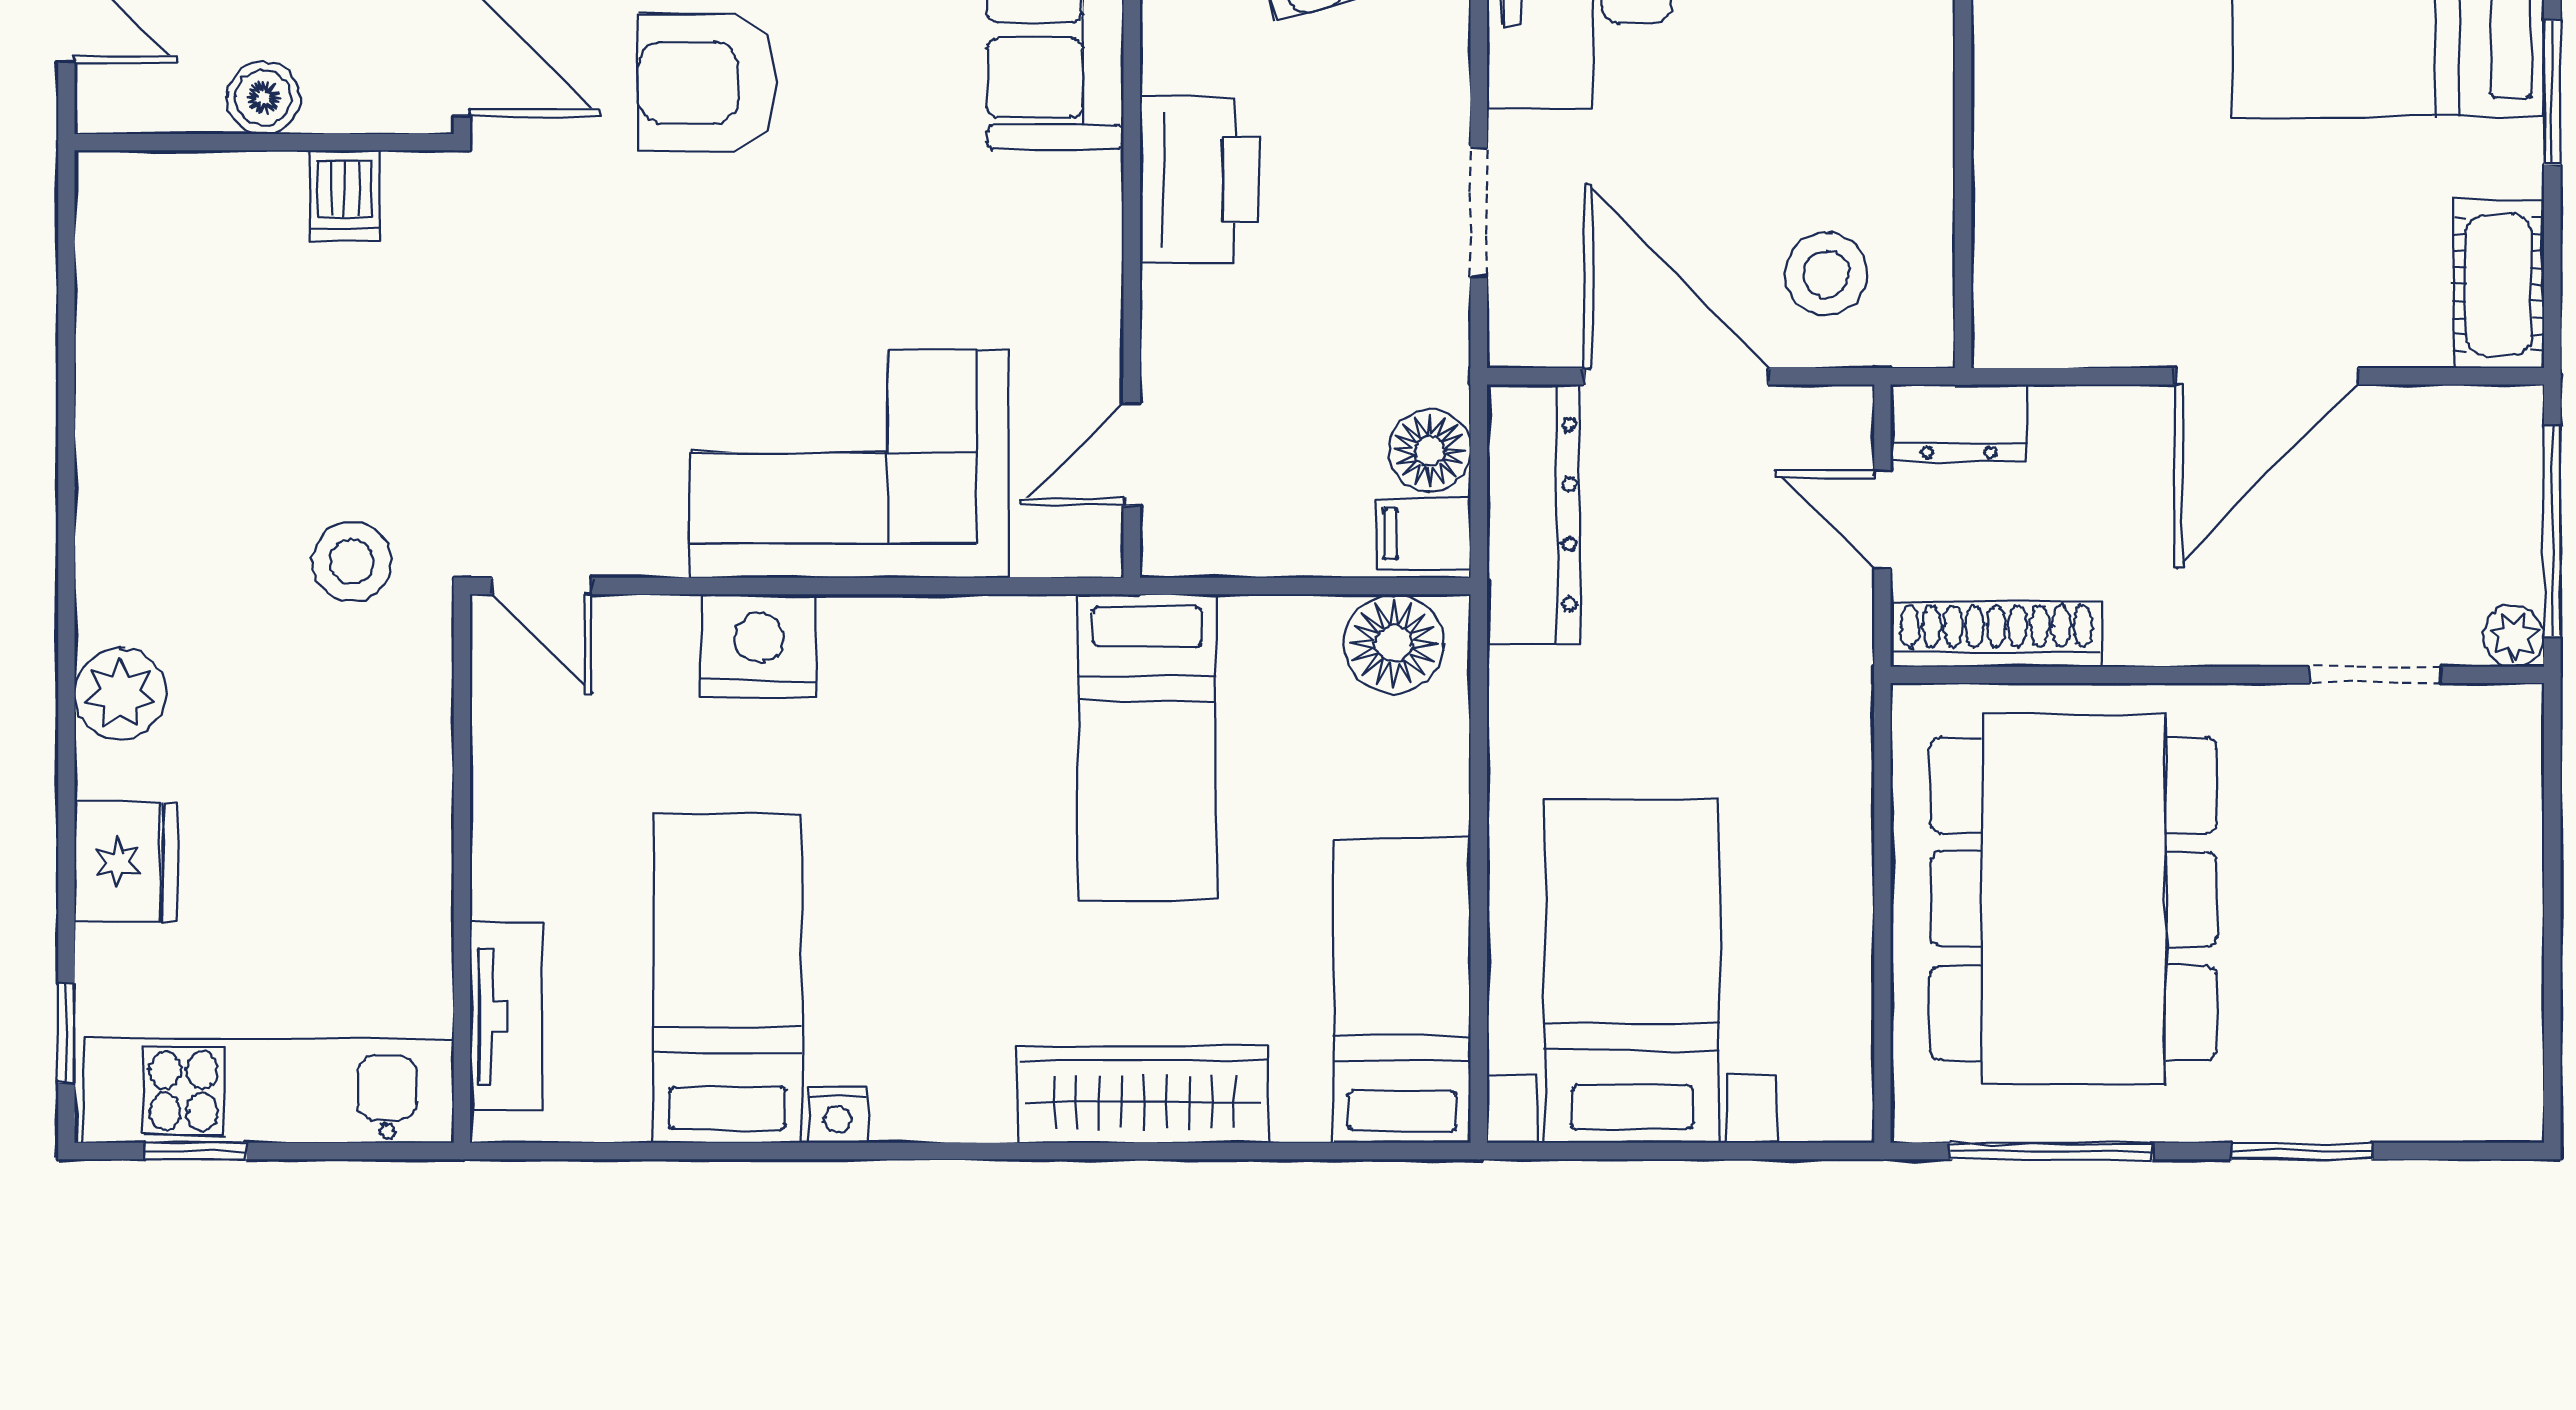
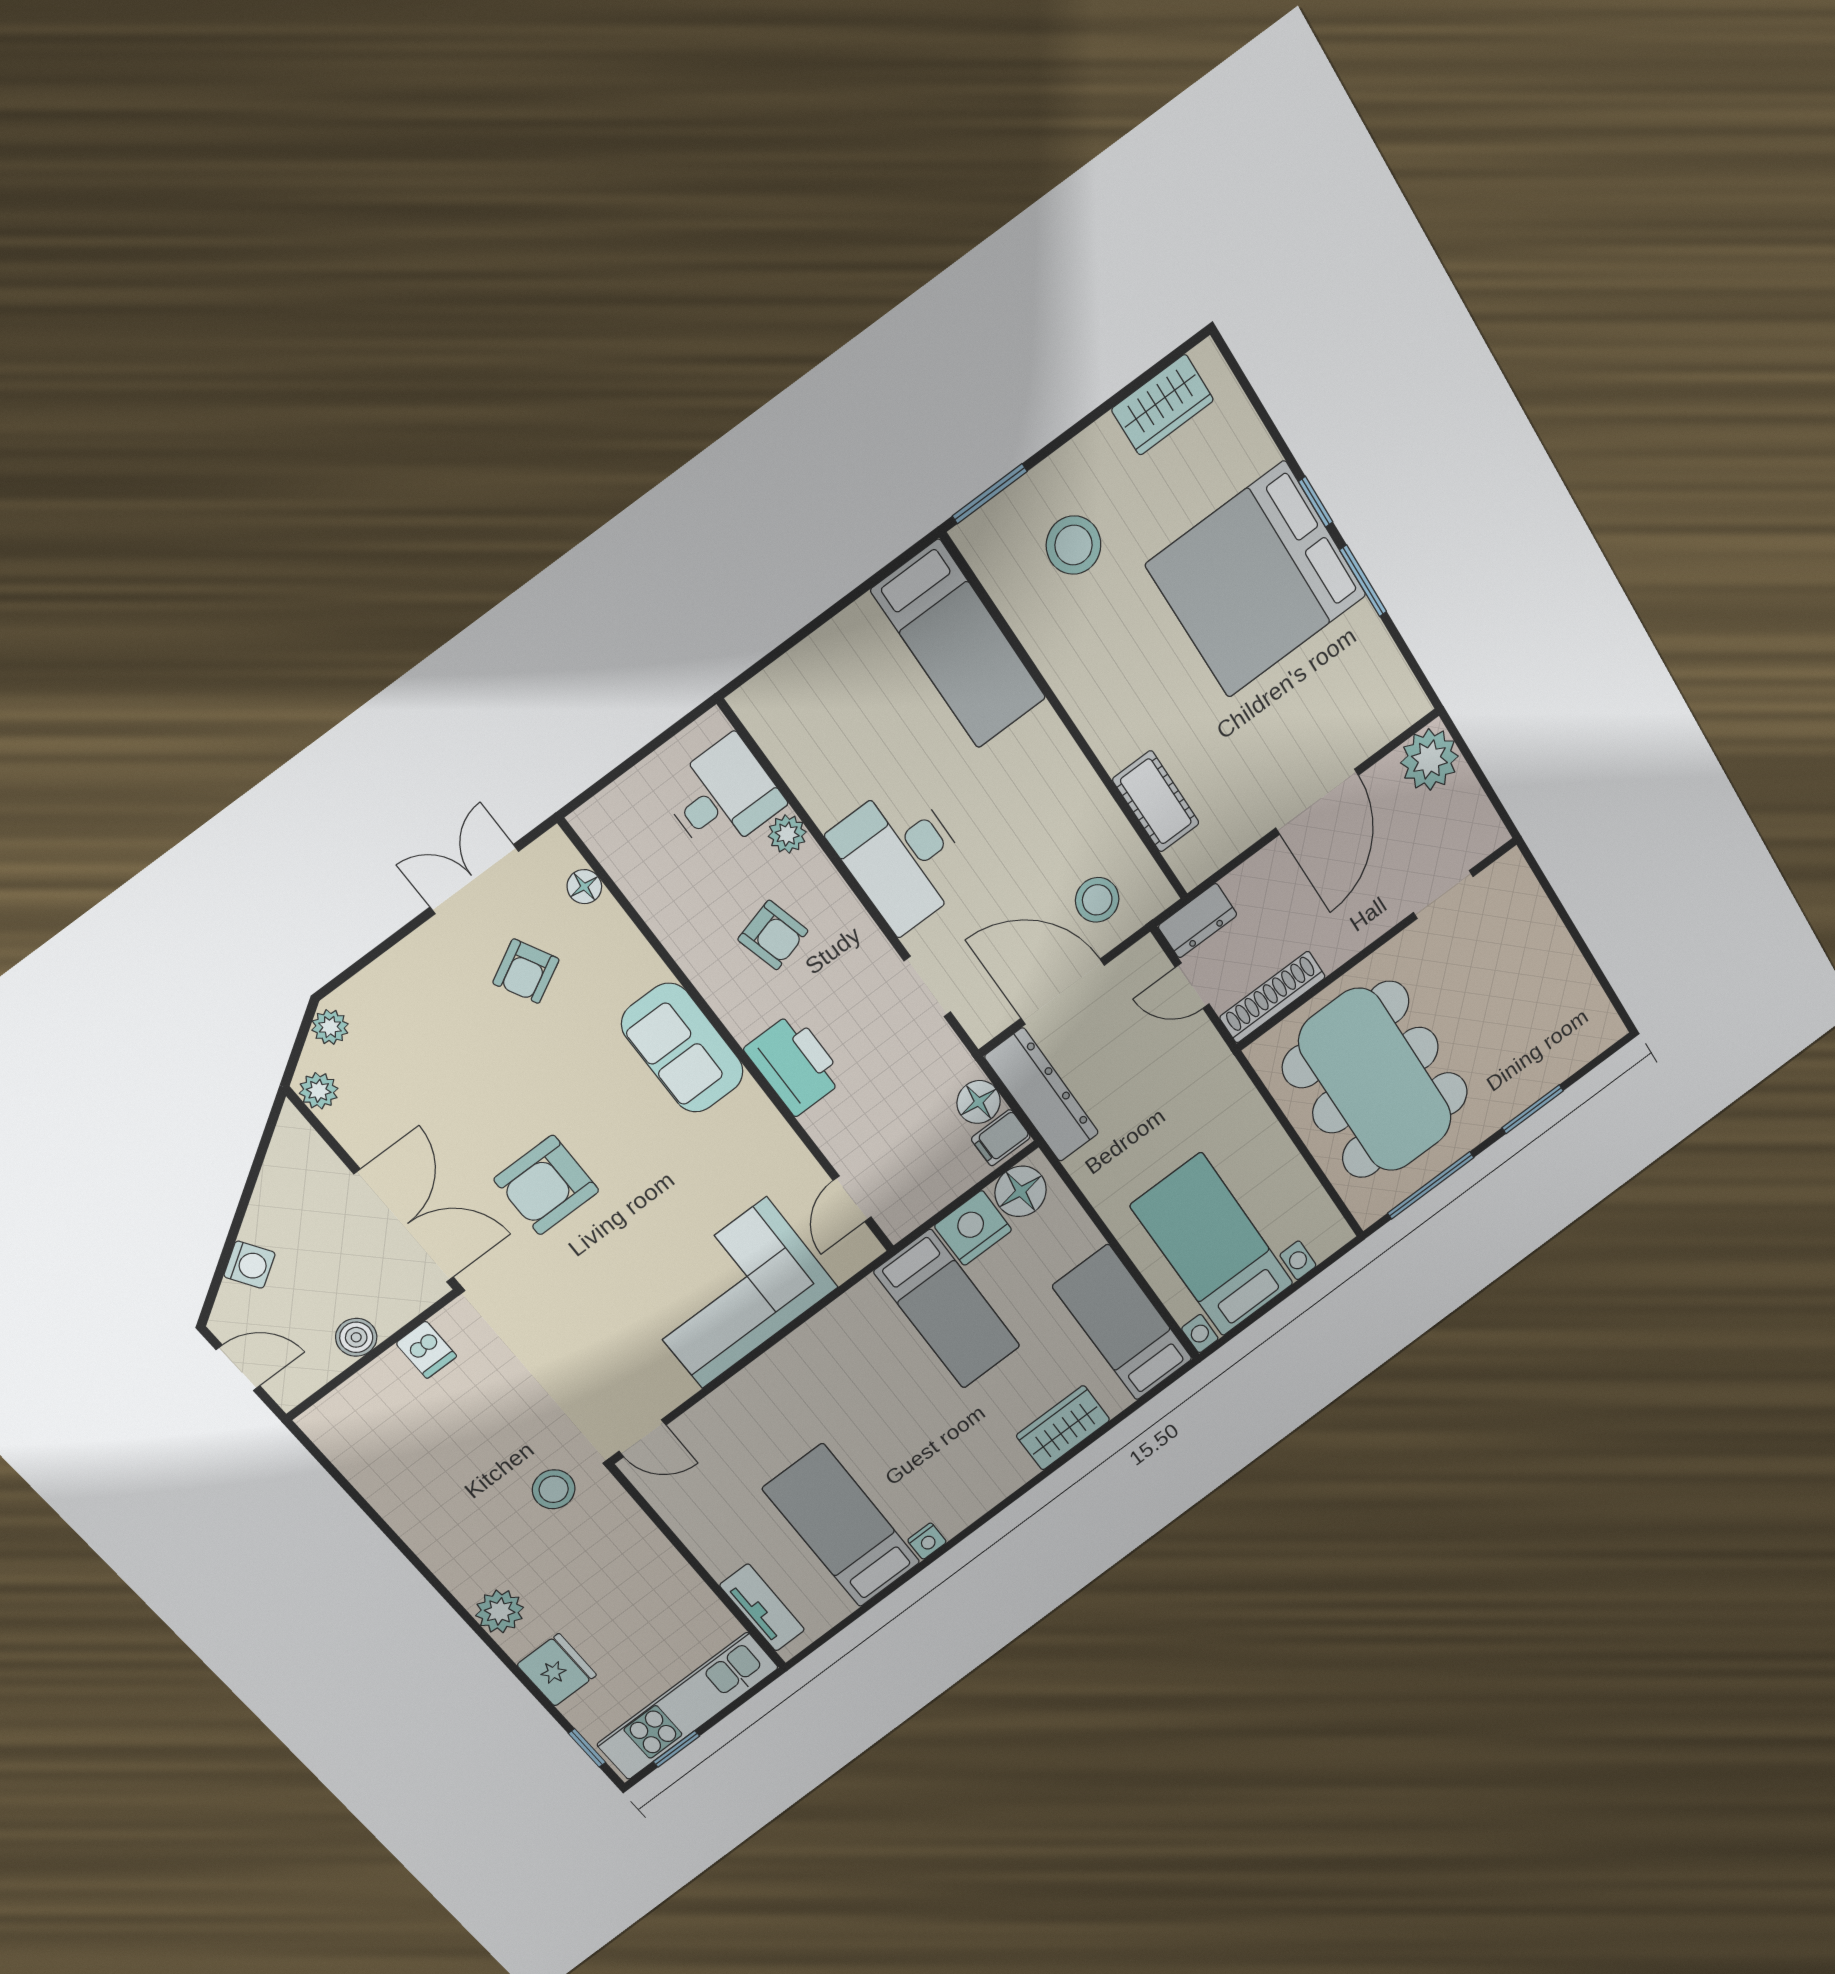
cot: (2499, 285) -> (1156, 801), moved
window: (2552, 531) -> (1481, 777), removed
plant: (2513, 636) -> (1429, 760), moved, width x1.88, depth x1.88
nightstand: (759, 646) -> (973, 1228), moved
wardrobe: (1144, 1095) -> (1063, 1428), width x0.67

